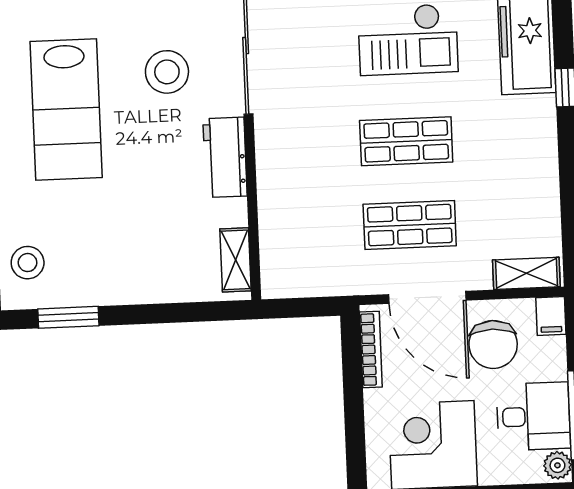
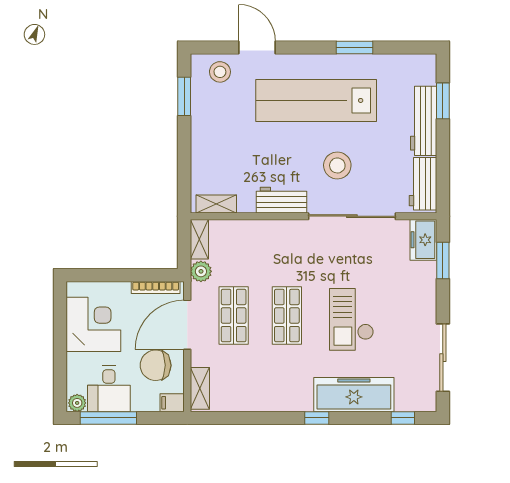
lab bench: (66, 110) -> (316, 100), width x1.36
plant: (342, 279) -> (201, 271), added
shelving: (292, 284) -> (199, 239), added

